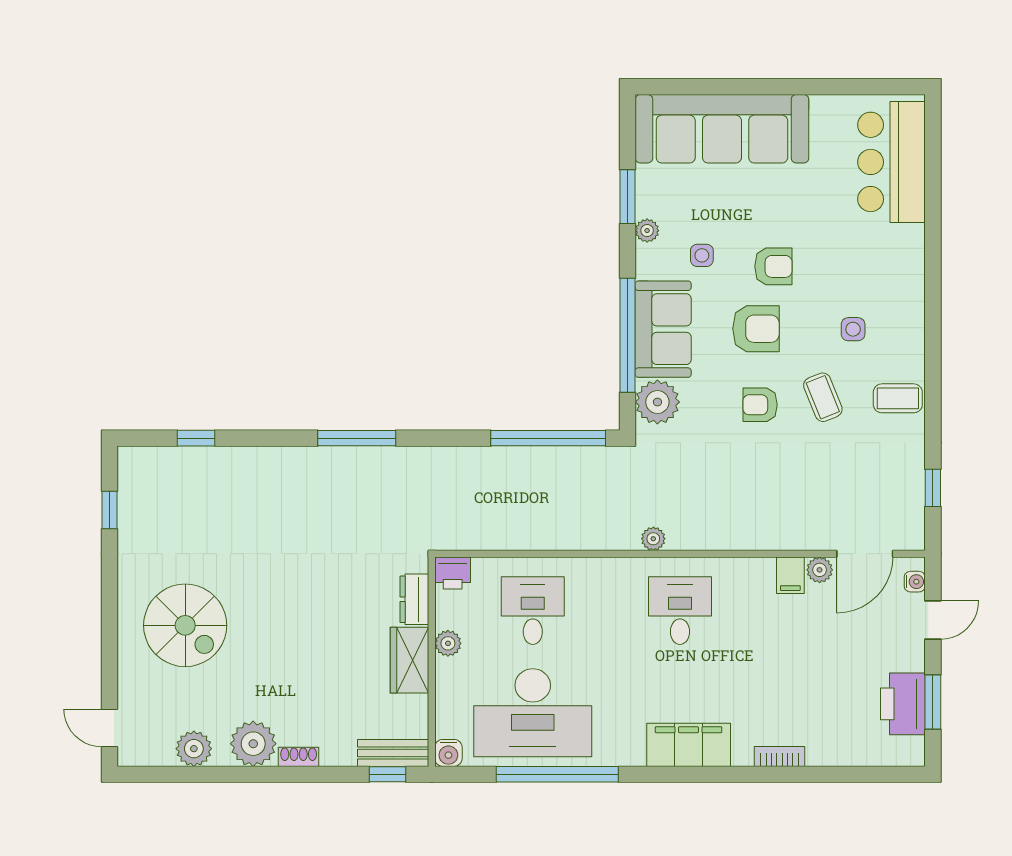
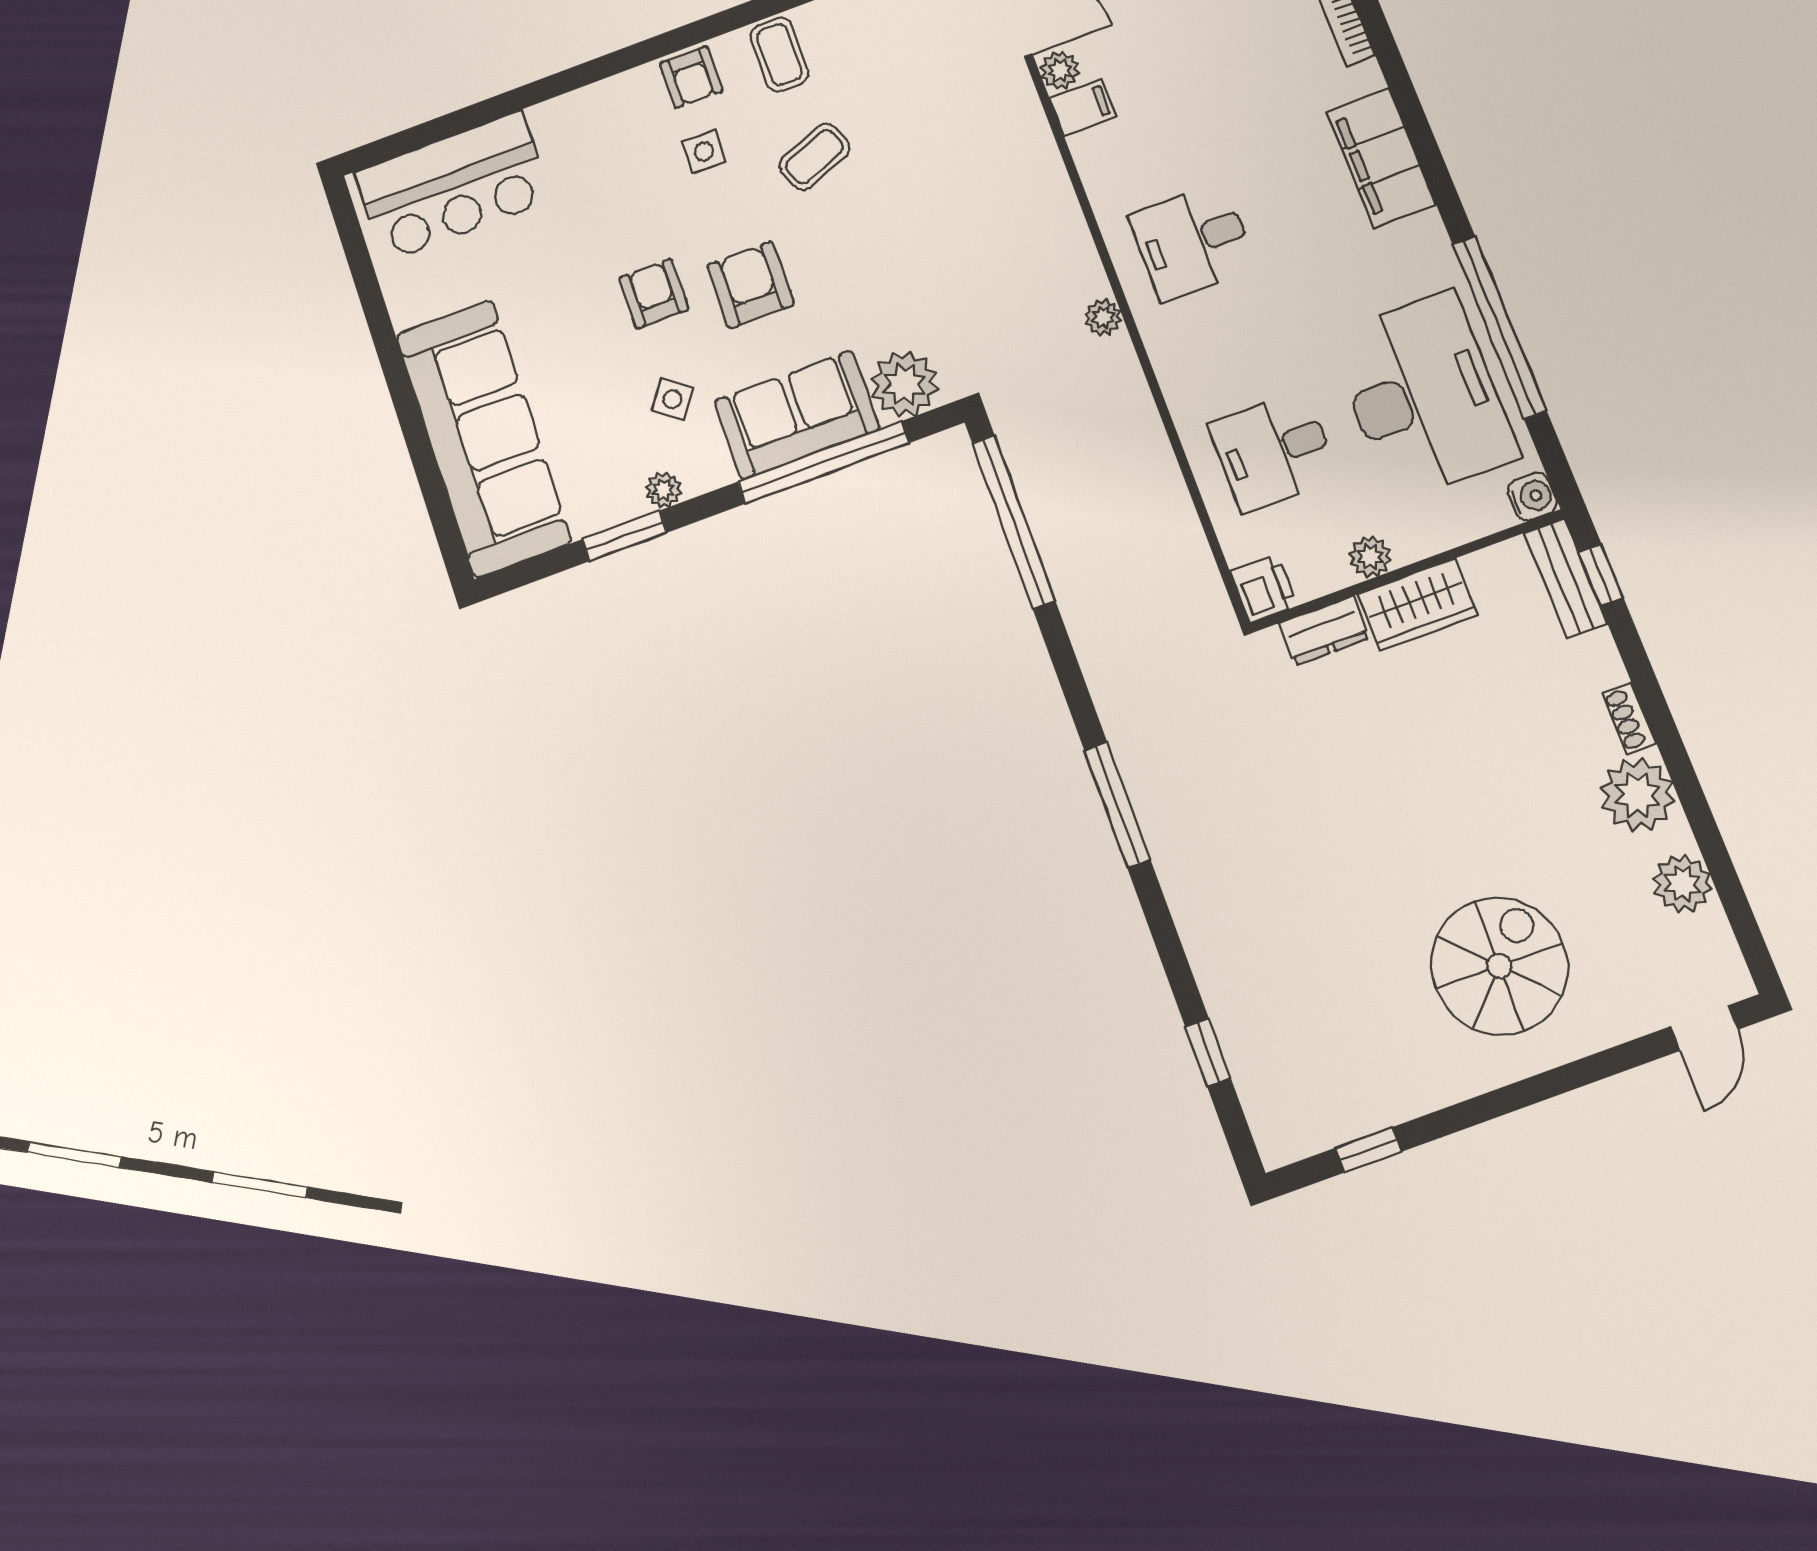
side table: (702, 255) -> (672, 399), turned 36
armchair: (760, 405) -> (691, 77), moved

